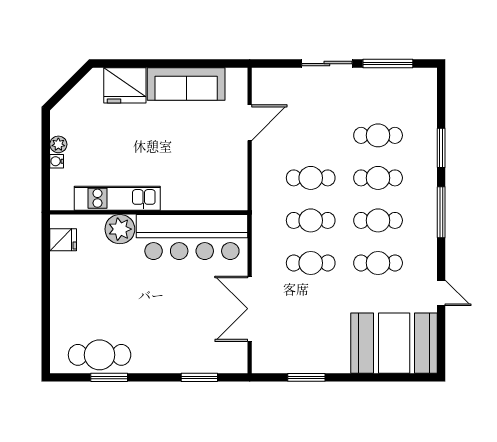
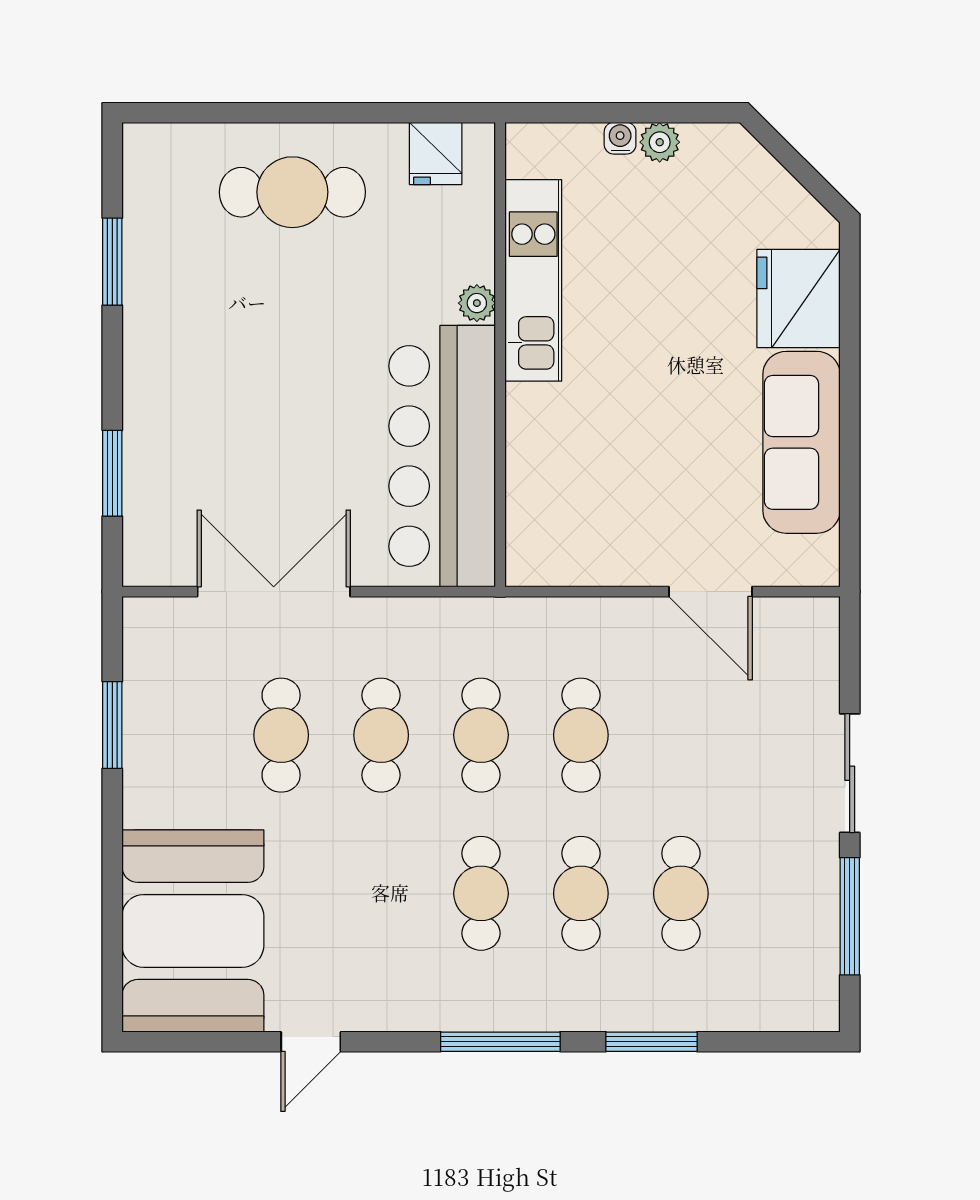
plant: (120, 229) -> (477, 303), width x0.53, depth x0.53
cafe table: (378, 263) -> (281, 735), moved
cafe table: (100, 355) -> (292, 192), moved, turned 90

